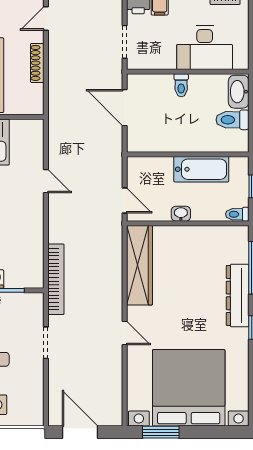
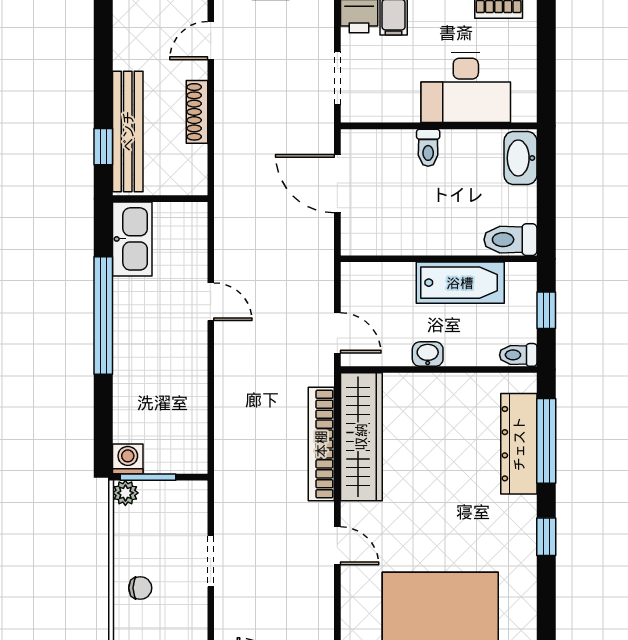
toilet: (232, 120) -> (510, 240), moved
bookcase: (56, 279) -> (321, 444), moved, turned 180
dresser: (238, 295) -> (519, 444), moved

